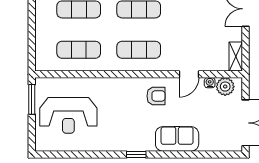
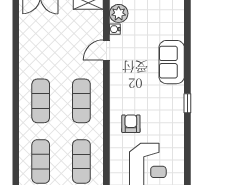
door: (189, 74) -> (106, 50), swing flipped
armchair: (156, 96) -> (131, 124), moved

